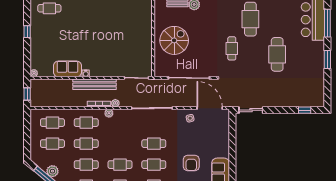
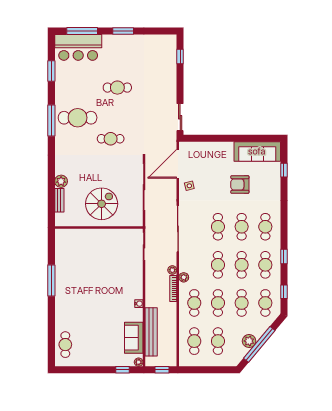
window: (27, 32) -> (122, 370), moved
spiral stairs: (174, 40) -> (102, 204), turned 90
cafe table: (277, 54) -> (117, 88), width x0.73, depth x0.74
sofa: (67, 69) -> (134, 338), moved
bench: (94, 84) -> (151, 332), moved
cafe table: (120, 144) -> (218, 265), added
armchair: (191, 163) -> (240, 185), turned 180

